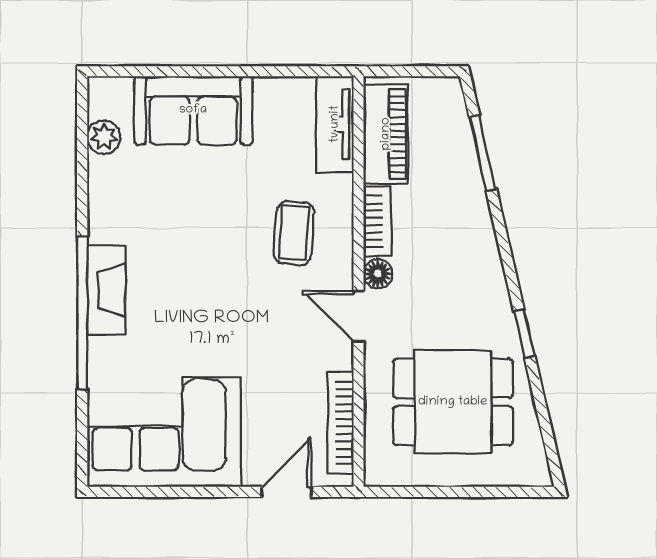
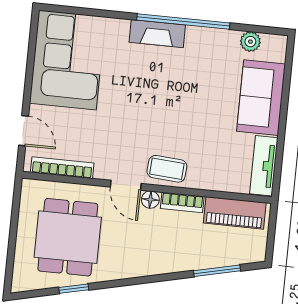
tv unit: (335, 124) -> (264, 166), moved, turned -90
coffee table: (294, 233) -> (167, 169), moved
window: (82, 313) -> (183, 21), moved
door: (359, 316) -> (126, 185), swing flipped
window: (524, 333) -> (74, 289), moved

